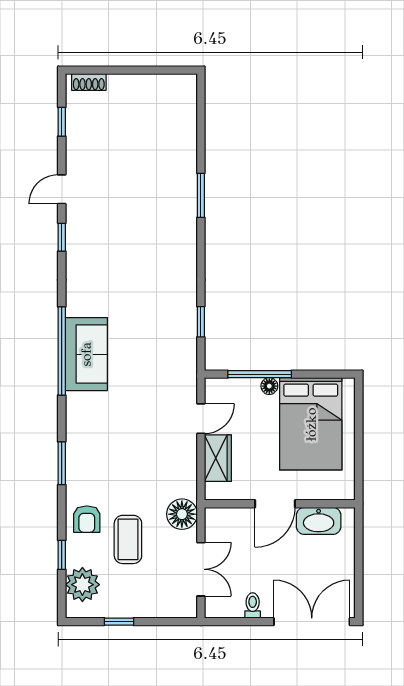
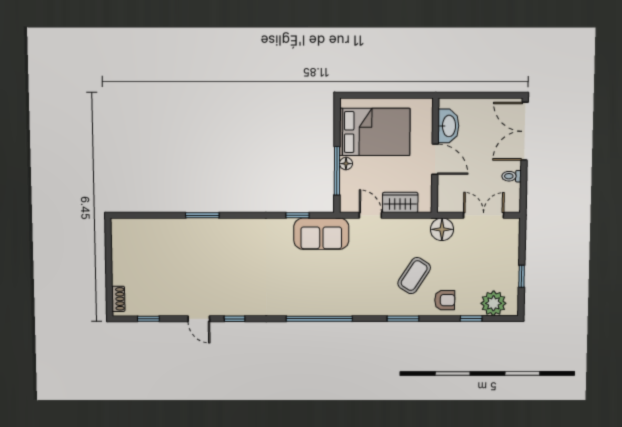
sofa: (86, 354) -> (321, 234), moved, turned 180
coffee table: (128, 539) -> (414, 276), moved, turned -57

